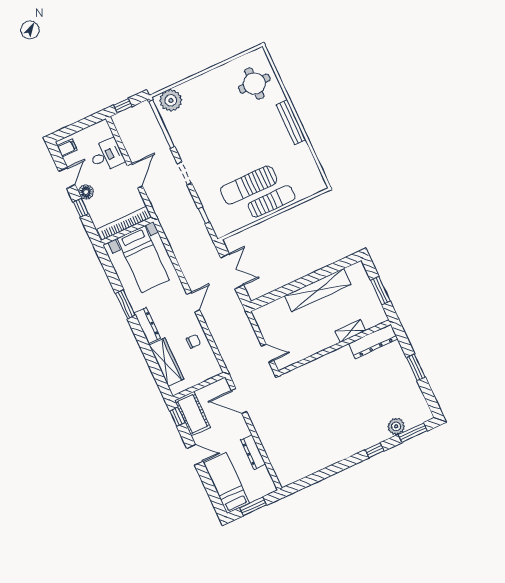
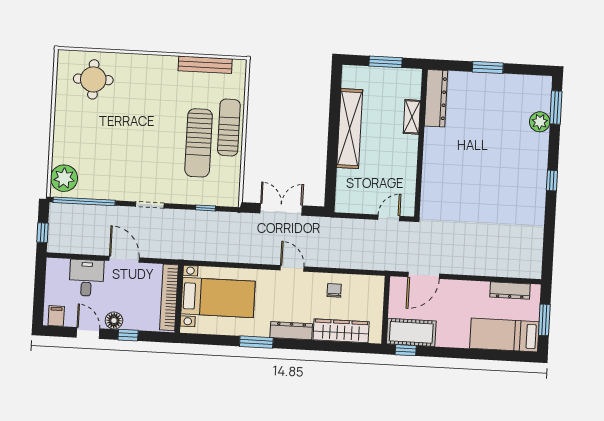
bench: (291, 122) -> (205, 65), moved
window: (375, 450) -> (552, 181), moved
dresser: (253, 452) -> (510, 290), moved
door: (195, 455) -> (456, 353), removed

